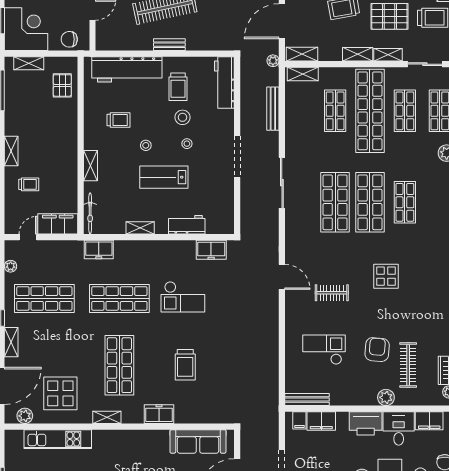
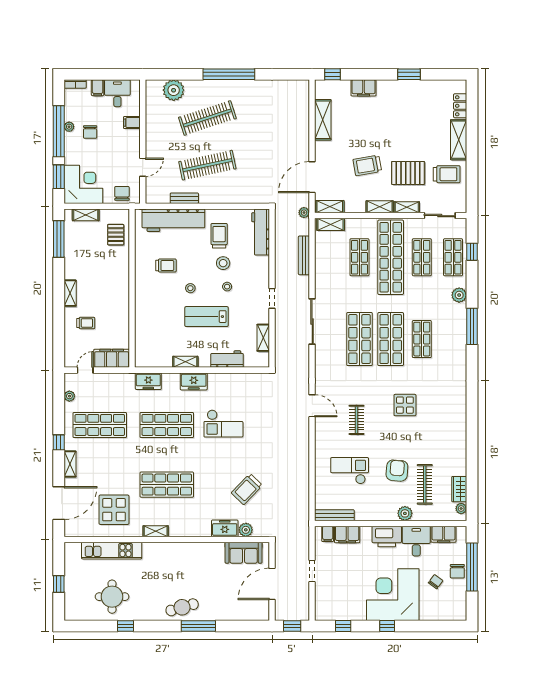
chair: (69, 39) -> (122, 193), turned 90
bench: (169, 45) -> (184, 198), moved
trolley: (178, 87) -> (219, 236), turned 180
doorway: (237, 157) -> (272, 298), width x0.53
shelving: (90, 166) -> (263, 338), moved
bicycle: (90, 213) -> (141, 349), removed
freezer: (211, 250) -> (194, 381), moved
clothes rail: (332, 293) -> (357, 420), turned 90
shop shelf: (119, 365) -> (167, 485), turned 90
trolley: (185, 365) -> (247, 489), moved, turned 44
freezer: (159, 414) -> (225, 528), moved
plant: (25, 416) -> (246, 530), moved
sofa: (198, 441) -> (244, 553), width x0.73

